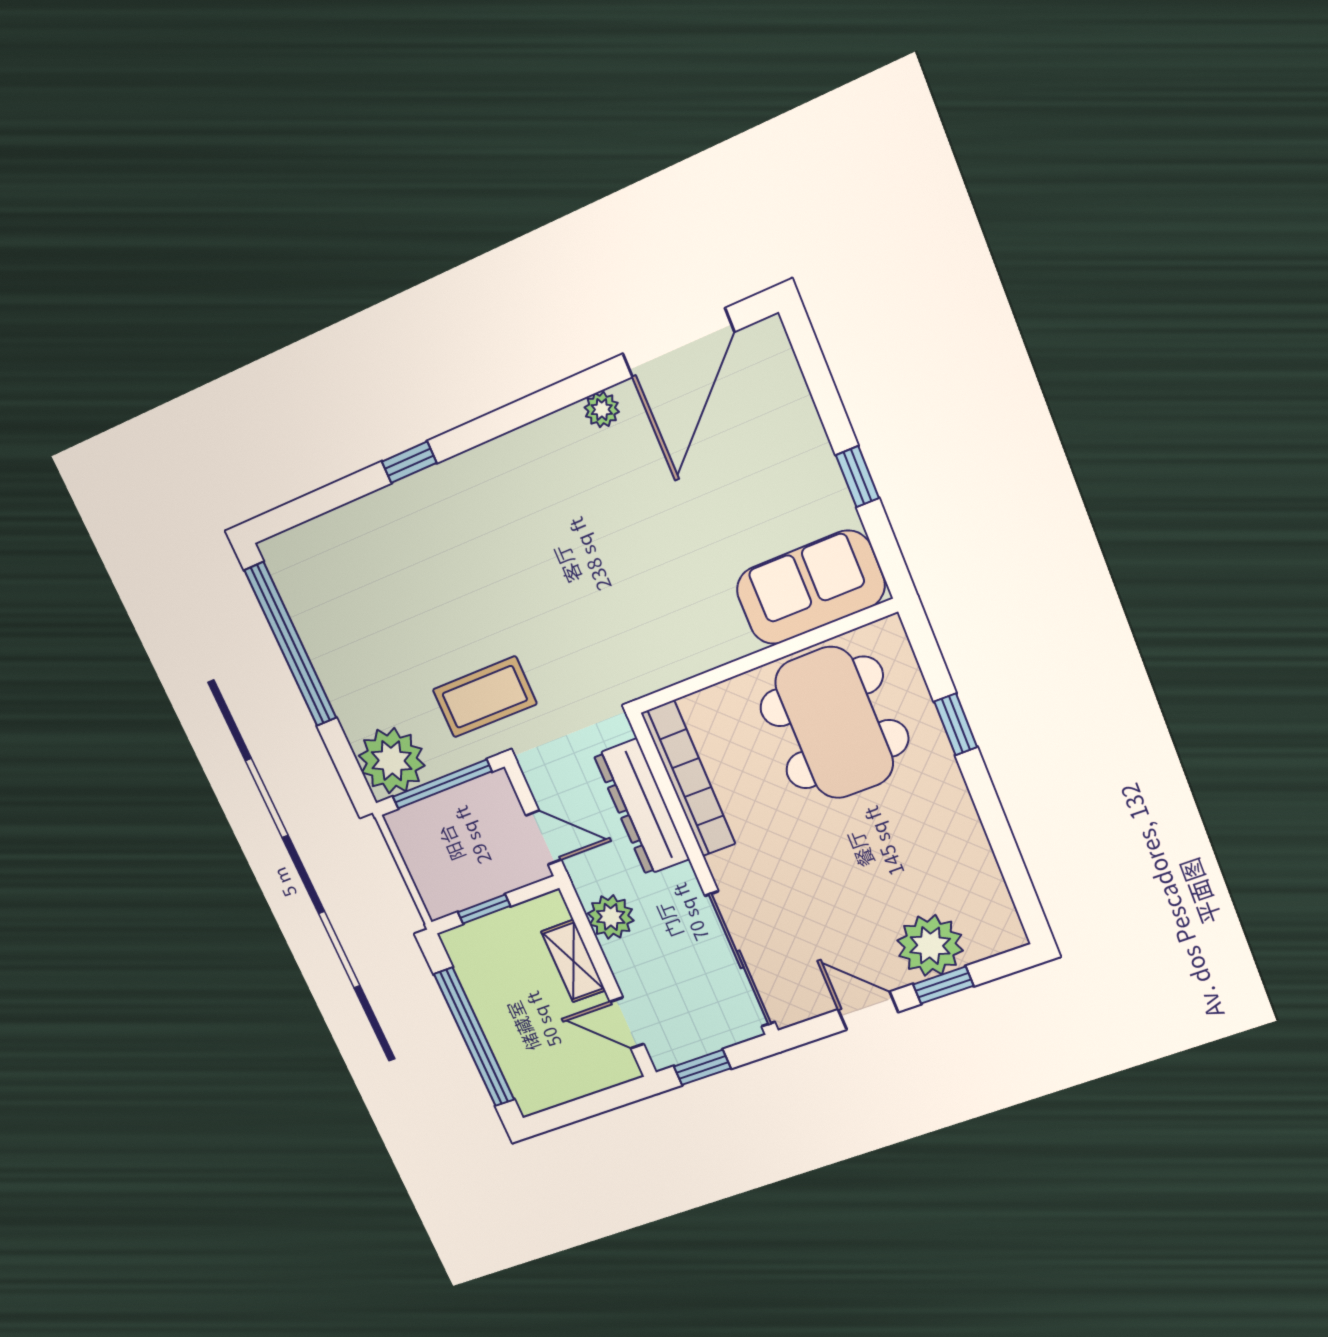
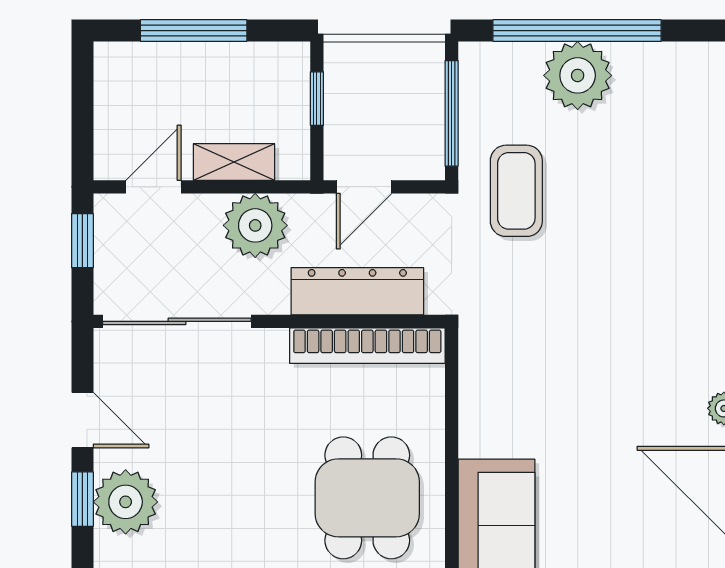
window: (291, 644) -> (577, 31), moved
dining table: (834, 723) -> (367, 498), width x0.73
plant: (392, 761) -> (578, 75), moved
plant: (611, 917) -> (255, 225), width x1.36, depth x1.36
door: (868, 1011) -> (82, 420), hinge flipped
window: (474, 1037) -> (194, 31), width x0.68

